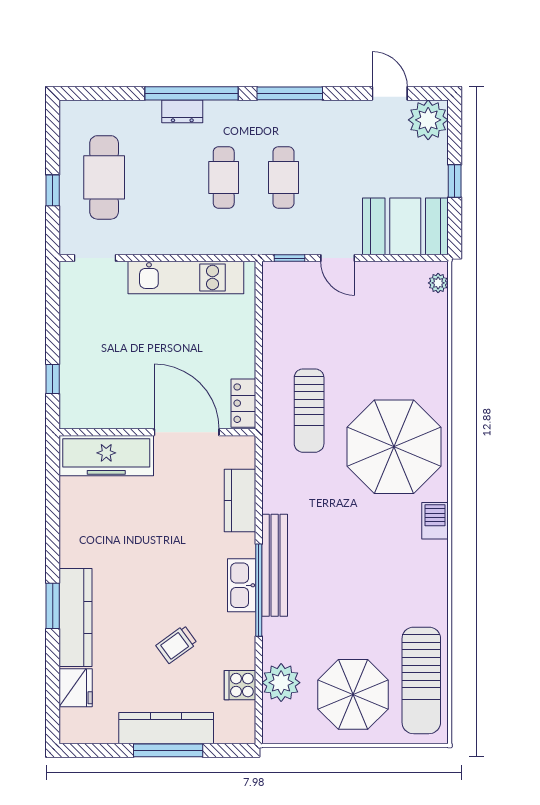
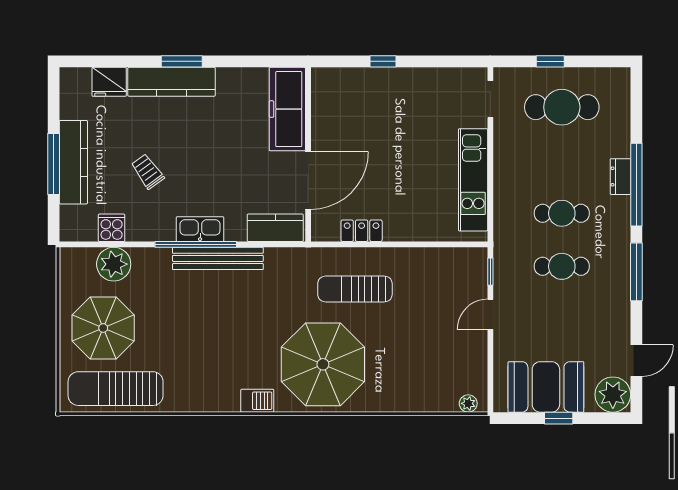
booth: (405, 226) -> (546, 387), moved, turned 90
wall: (157, 432) -> (308, 154), moved
door: (187, 432) -> (308, 180), moved
freezer: (106, 456) -> (287, 109), moved

